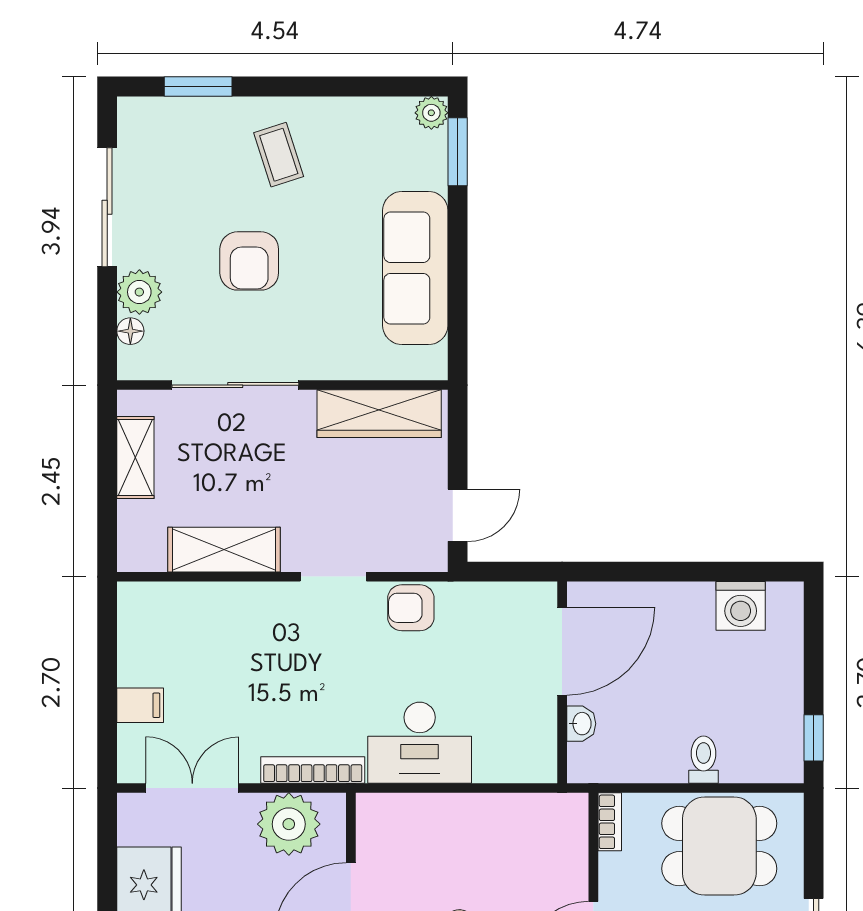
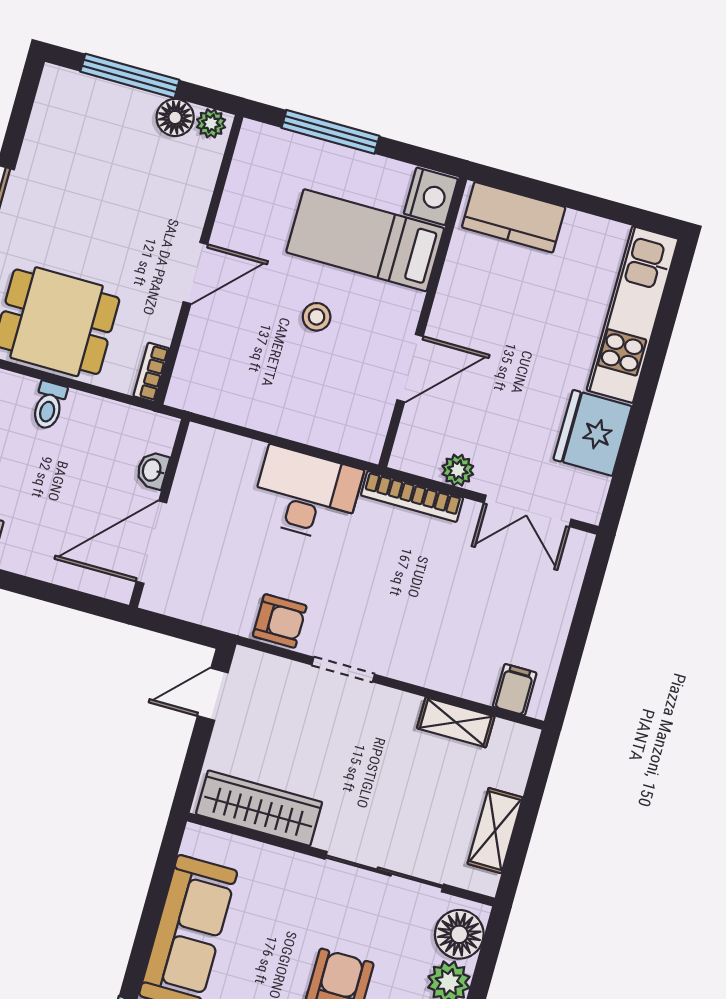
floor lamp: (130, 331) -> (459, 934), width x1.89, depth x1.89
shelving: (224, 550) -> (456, 722), width x0.67, depth x0.75
filing cabinet: (140, 705) -> (515, 690), moved, turned 90
plant: (289, 824) -> (458, 470), width x0.53, depth x0.53

